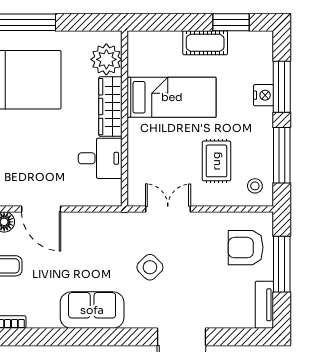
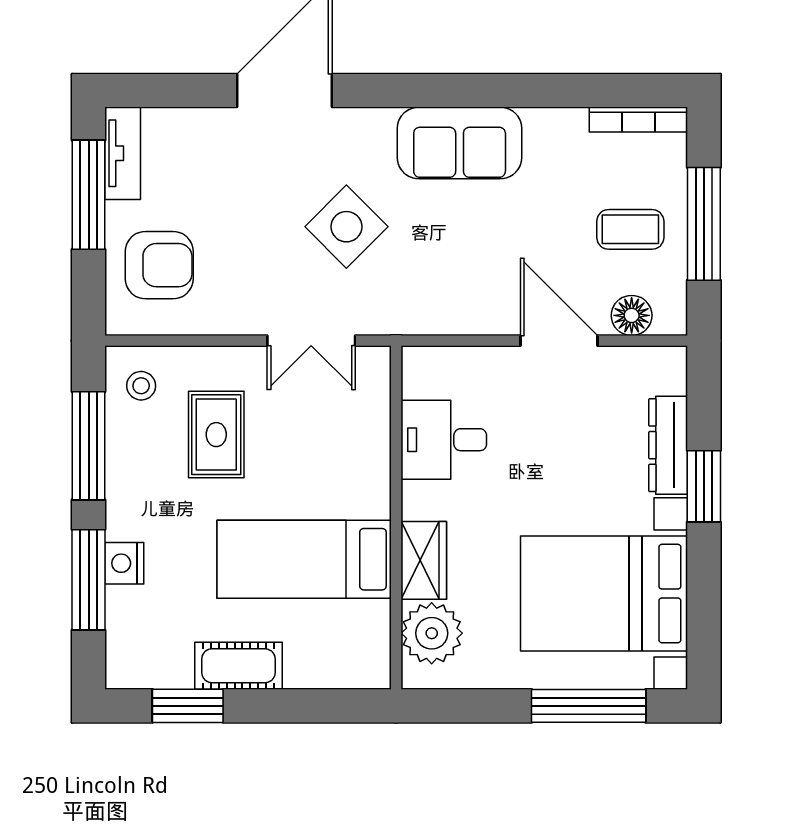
wardrobe: (110, 107) -> (424, 560), width x0.67
window: (282, 264) -> (89, 195), moved
side table: (150, 267) -> (346, 227), width x1.37, depth x1.37

